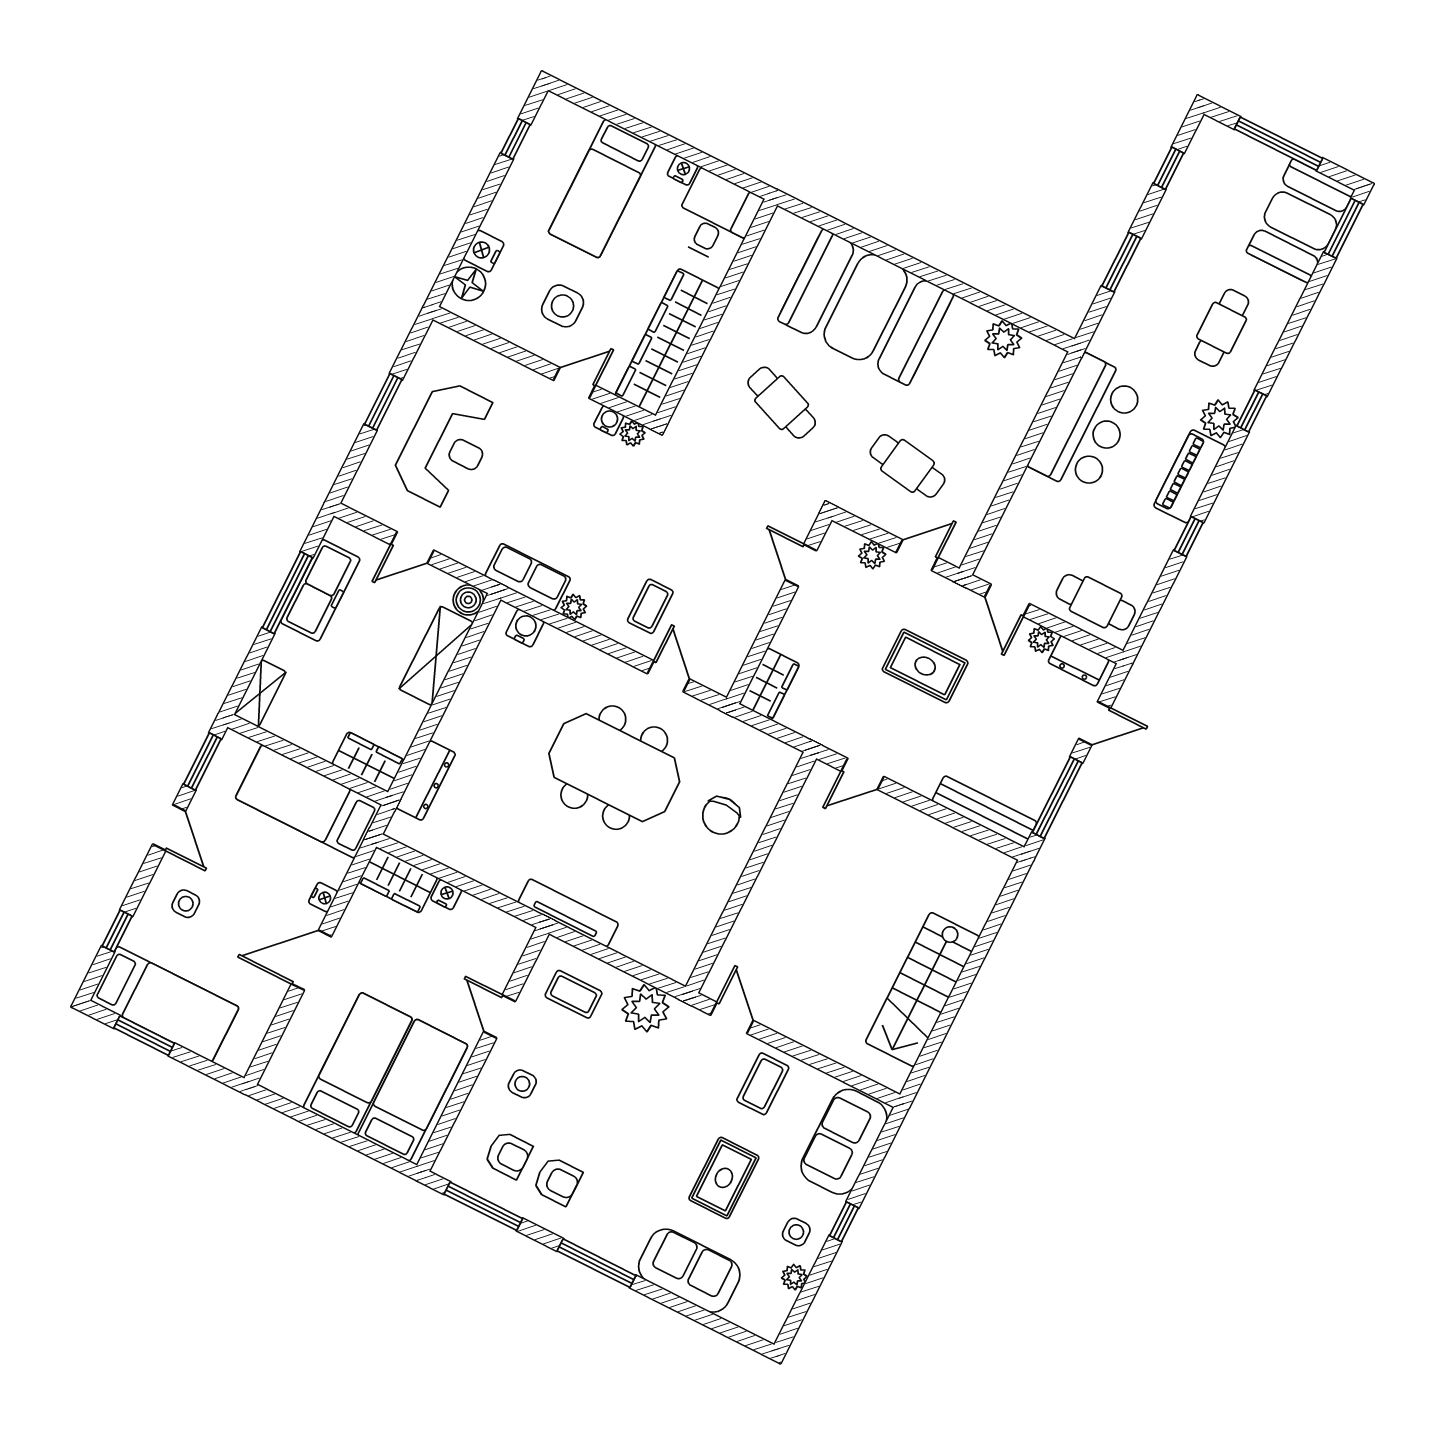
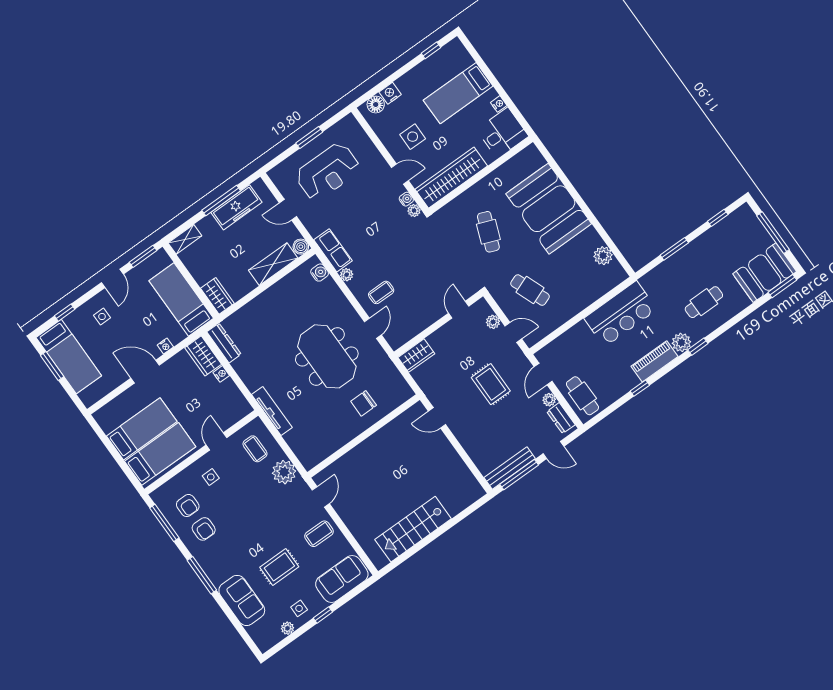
cafe table: (907, 466) -> (530, 290), turned -30
dresser: (426, 781) -> (224, 343), moved, turned -90
bench: (985, 811) -> (510, 468), moved, turned 90

